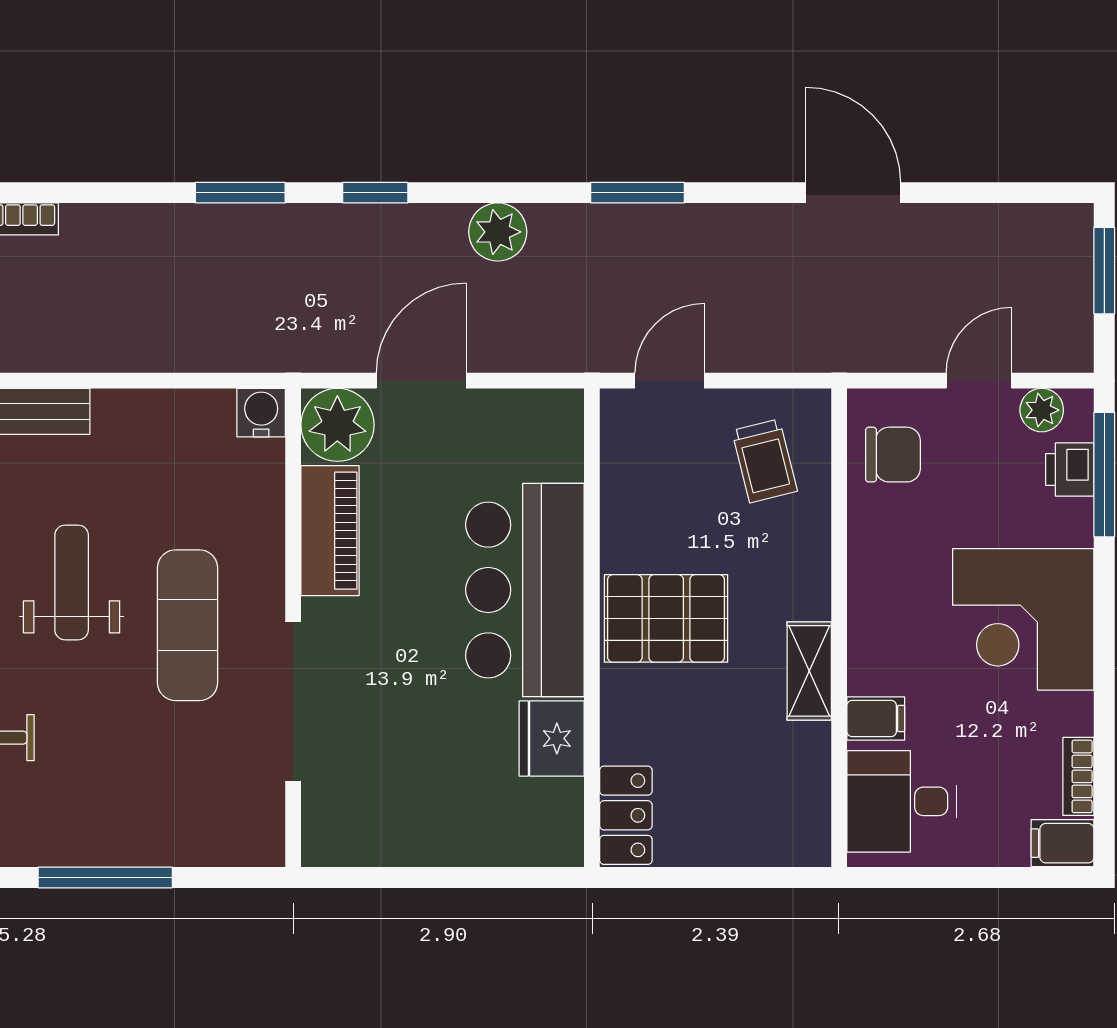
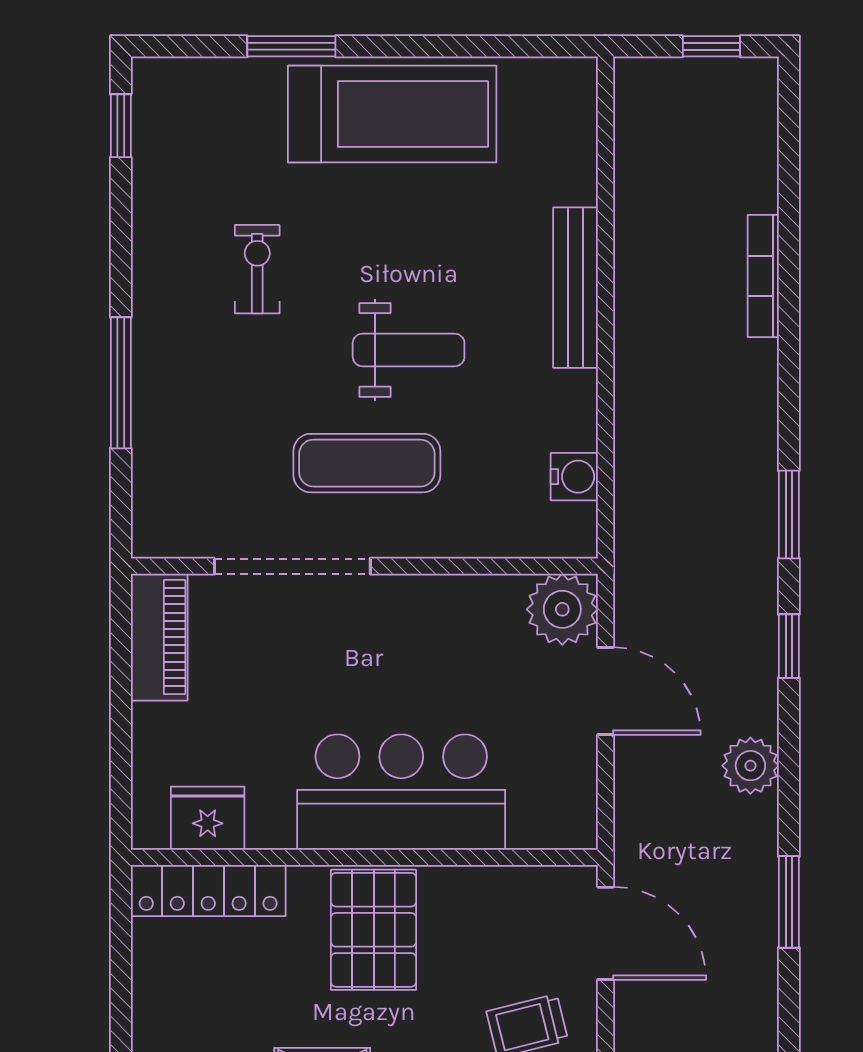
door: (670, 381) -> (606, 933), width x1.38
water cooler: (261, 413) -> (574, 477), moved
piano: (330, 531) -> (159, 637), moved, turned -90
fridge: (552, 738) -> (208, 818), moved
locker: (626, 815) -> (208, 891), width x1.53

